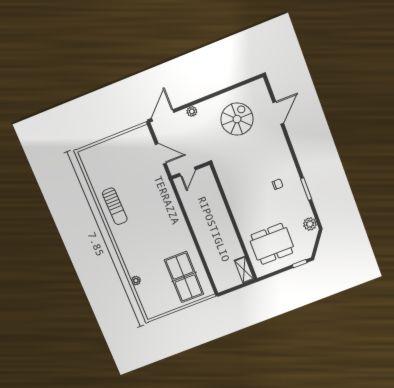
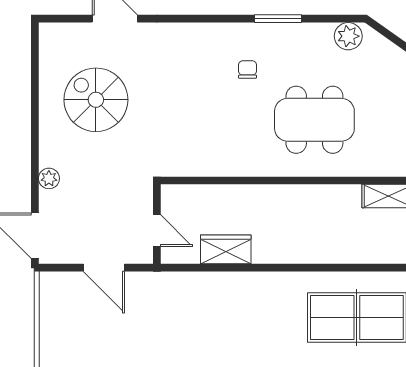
door: (161, 154) -> (104, 268), swing flipped
wardrobe: (191, 206) -> (226, 249), added
dining table: (272, 244) -> (314, 120), moved, turned 90

